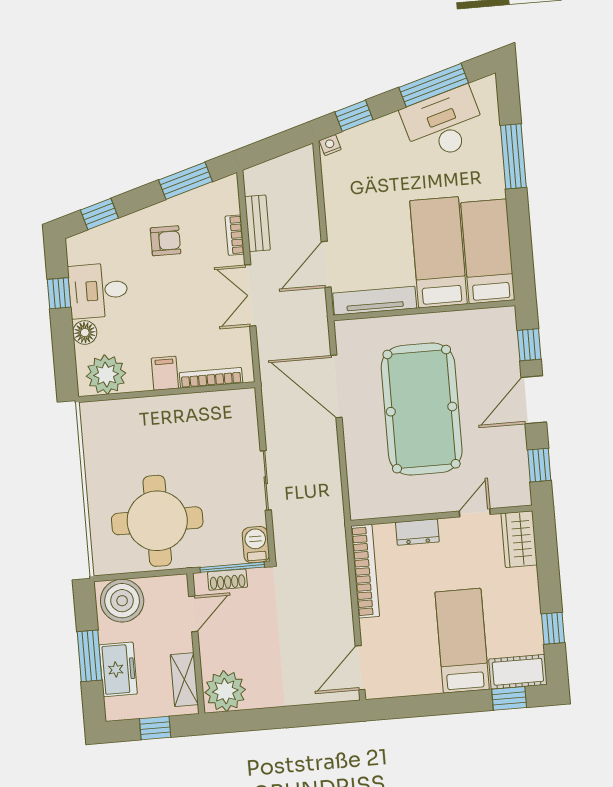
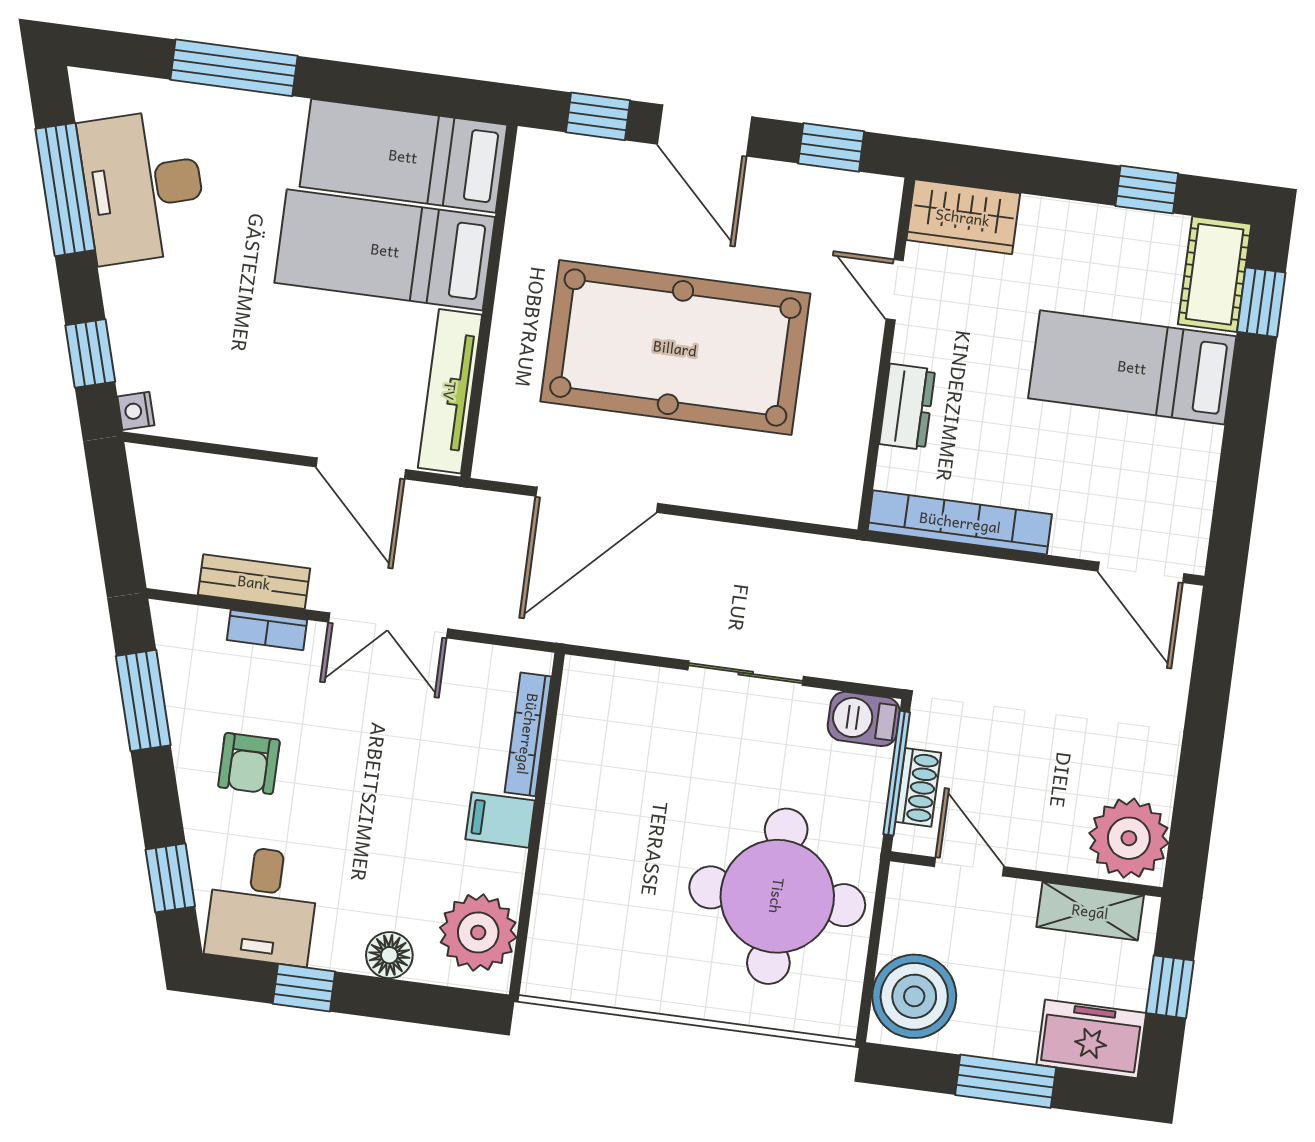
armchair: (166, 241) -> (249, 763), turned 180
desk: (98, 291) -> (263, 905), moved
freezer: (118, 669) -> (1091, 1039), moved

